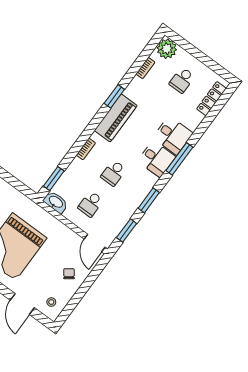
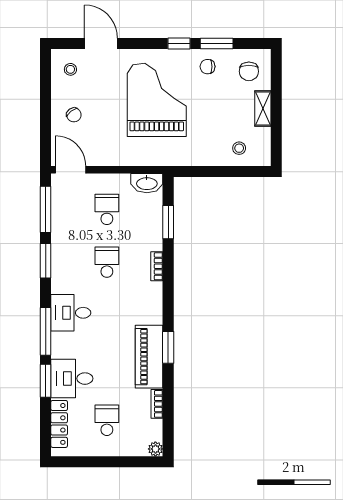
plant: (167, 49) -> (155, 449), width x0.53, depth x0.53
piano: (116, 118) -> (149, 357), moved
window: (201, 130) -> (46, 381), added
desk: (173, 135) -> (72, 379), moved
window: (54, 179) -> (168, 222), moved
window: (127, 231) -> (46, 209), width x1.44

